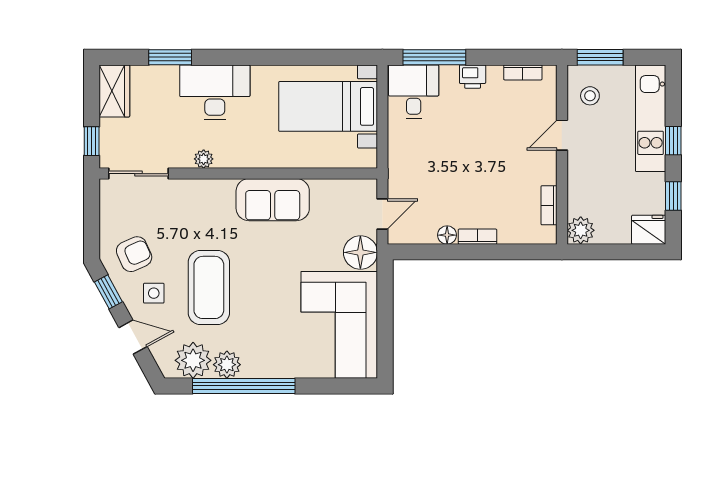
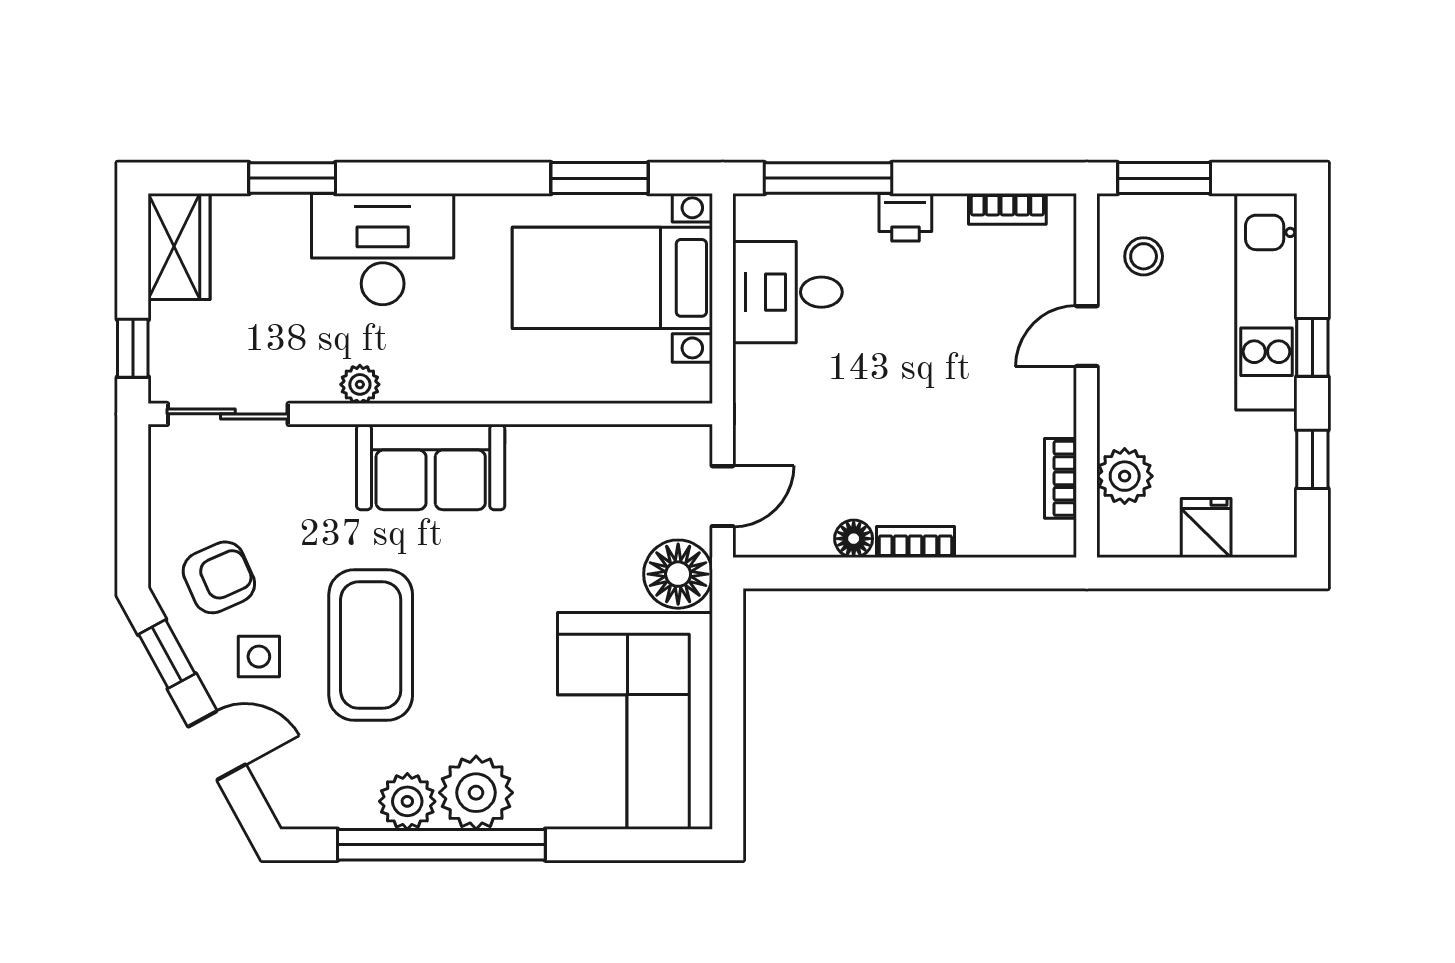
window: (322, 57) -> (600, 178), added
desk: (414, 92) -> (788, 292), moved, turned -90
sofa: (273, 200) -> (431, 467), moved
plant: (581, 230) -> (1125, 476), moved
fridge: (649, 230) -> (1206, 528), moved, width x0.72
plant: (193, 360) -> (476, 793), moved

